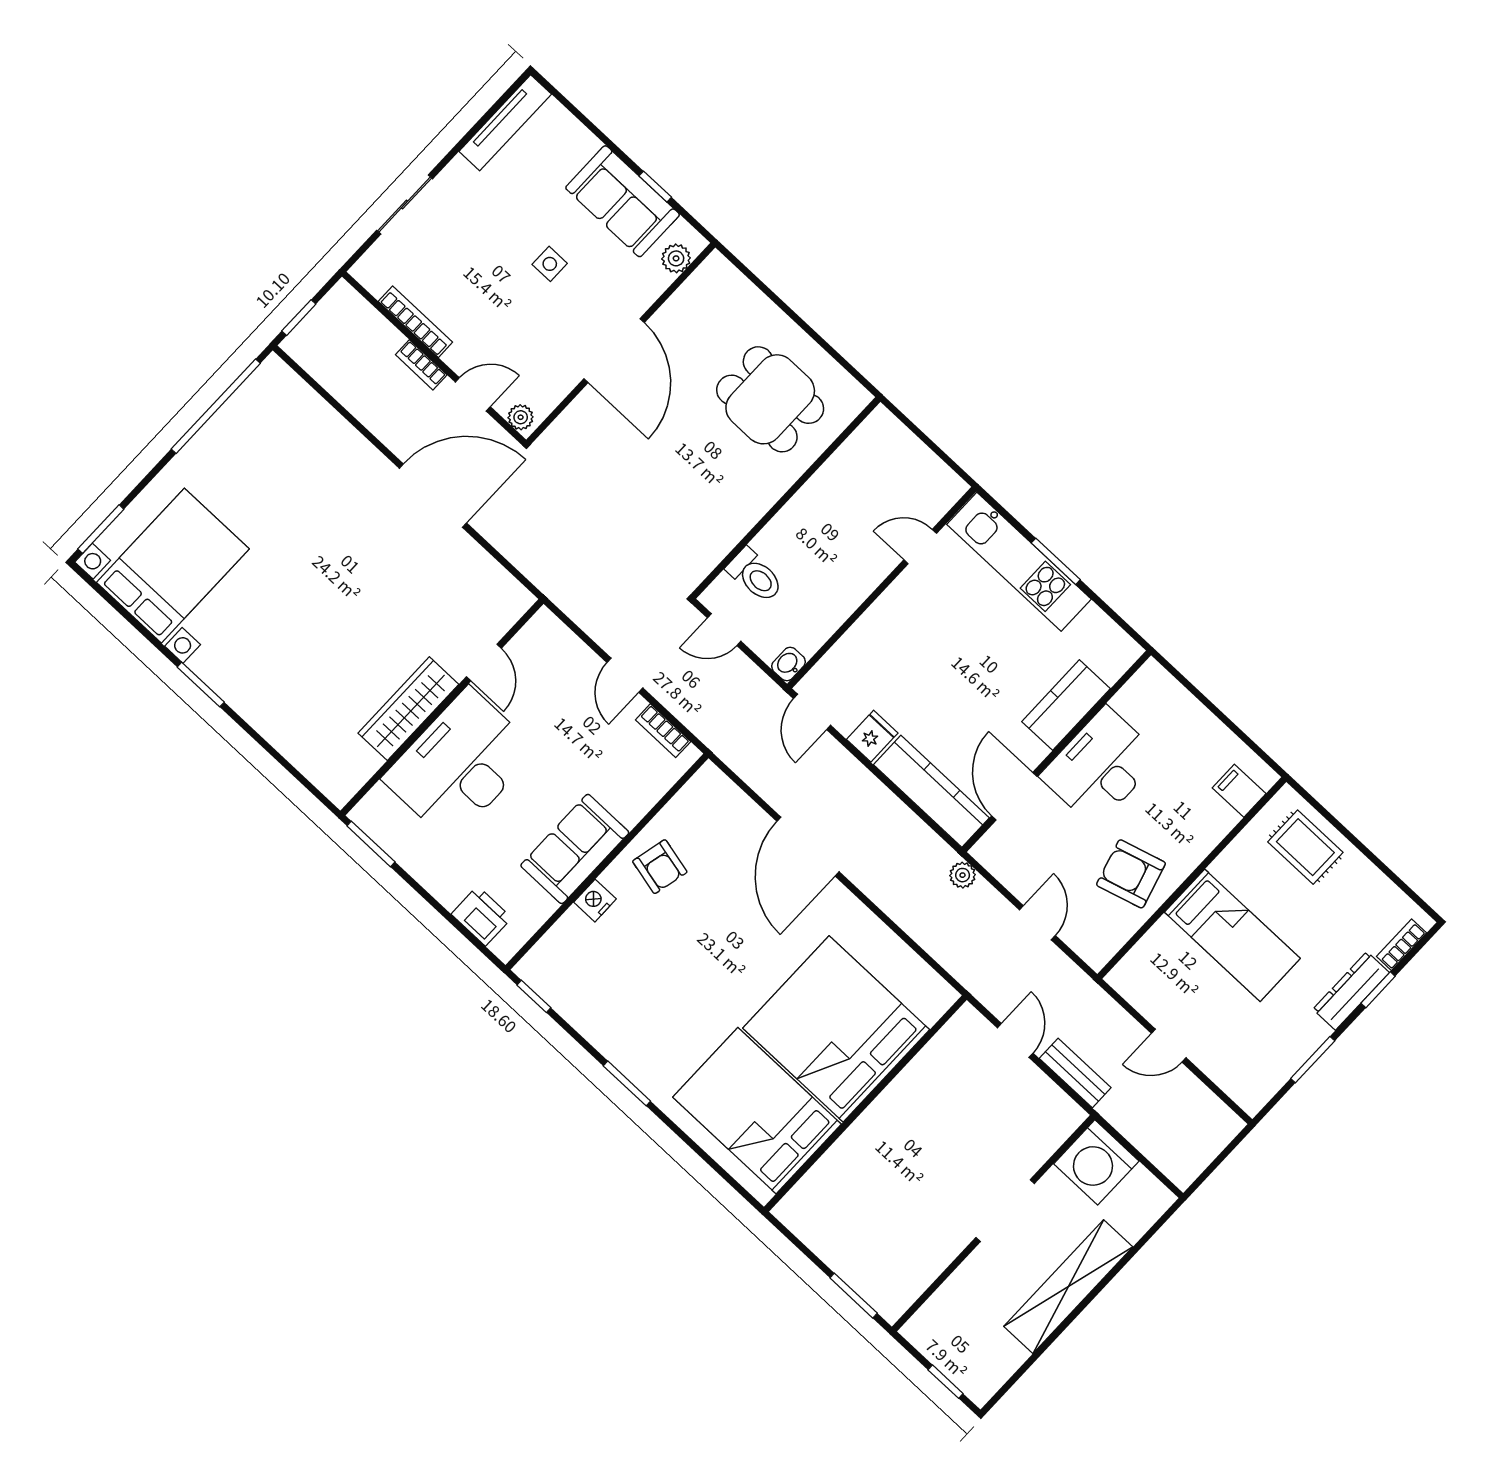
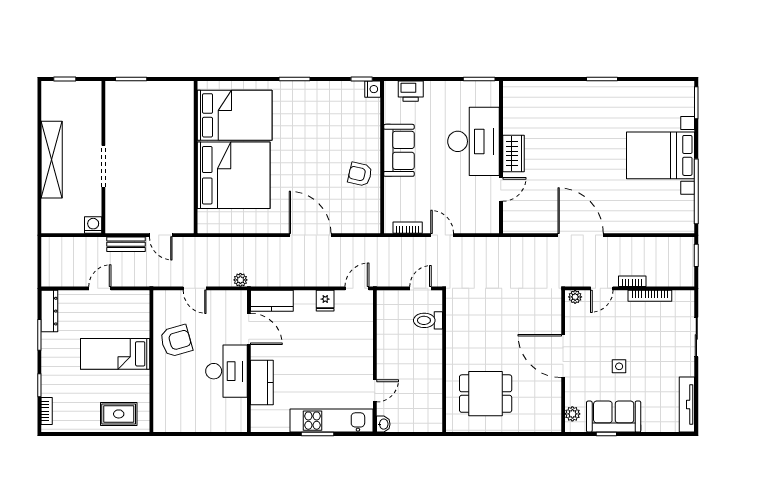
door: (433, 496) -> (581, 235), swing flipped
bed with nightstands: (173, 566) -> (661, 155), moved, turned 90
door: (484, 663) -> (501, 189), swing flipped
washbasin: (788, 664) -> (383, 424), moved
wardrobe: (408, 709) -> (513, 154), width x0.67
door: (812, 712) -> (357, 288), hinge flipped
kitchen counter: (931, 791) -> (272, 301), width x0.67
filing cabinet: (1239, 791) -> (164, 412), removed
nightstand: (595, 901) -> (373, 89), moved
dresser: (1351, 991) -> (49, 311), moved
washing machine: (1096, 1162) -> (93, 225), width x0.53, depth x0.53

